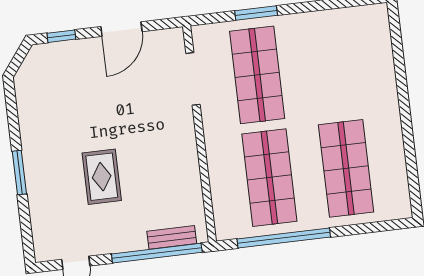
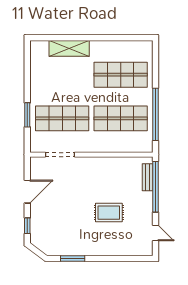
door: (121, 29) -> (27, 192), hinge flipped
shelving: (382, 73) -> (69, 48), added
window: (19, 173) -> (73, 259), moved

